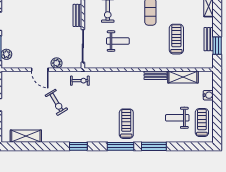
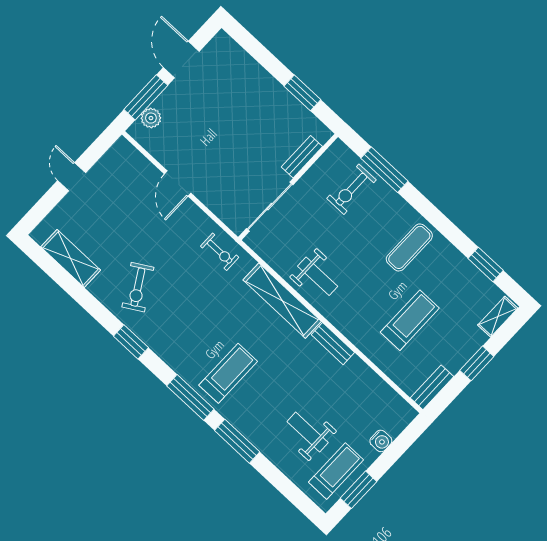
bench: (209, 39) -> (432, 387), moved
weight bench: (118, 41) -> (318, 276), moved
window: (217, 46) -> (477, 363), moved
plant: (57, 63) -> (210, 196), removed
shelving: (183, 77) -> (282, 301), moved, width x1.47
exercise bike: (56, 102) -> (138, 287), moved
window: (217, 122) -> (359, 490), added

